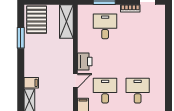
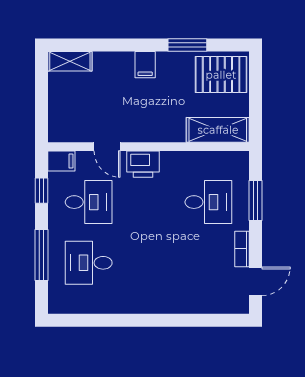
filing cabinet: (31, 83) -> (145, 65), moved
desk: (138, 91) -> (89, 263), turned 180

